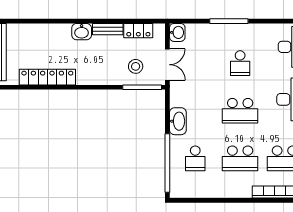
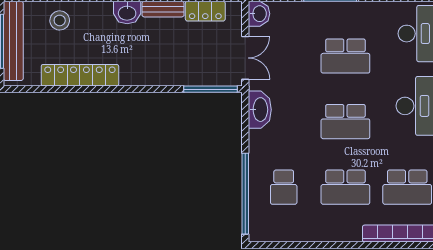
school desk: (240, 63) -> (345, 56), width x1.85
stool: (136, 66) -> (60, 20), moved
washbasin: (178, 121) -> (260, 110), moved

